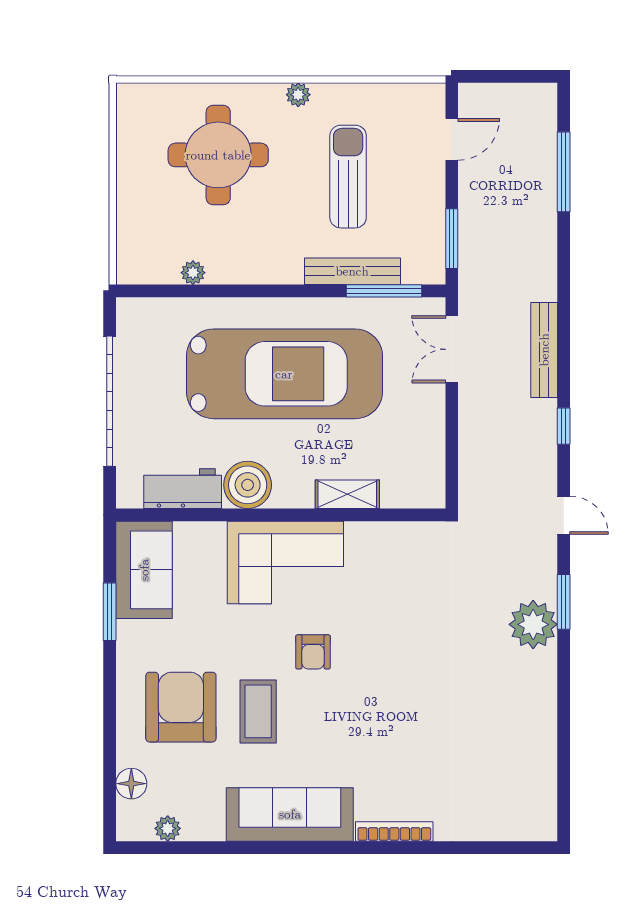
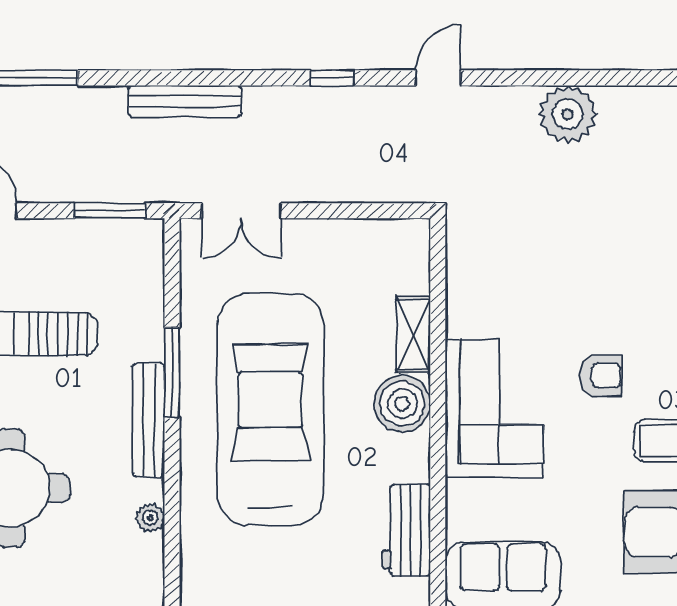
bench: (352, 271) -> (149, 420), moved
window: (384, 291) -> (172, 372), moved
bench: (544, 350) -> (185, 101), moved
boiler: (248, 485) -> (402, 404), moved
window: (564, 602) -> (541, 78), removed

